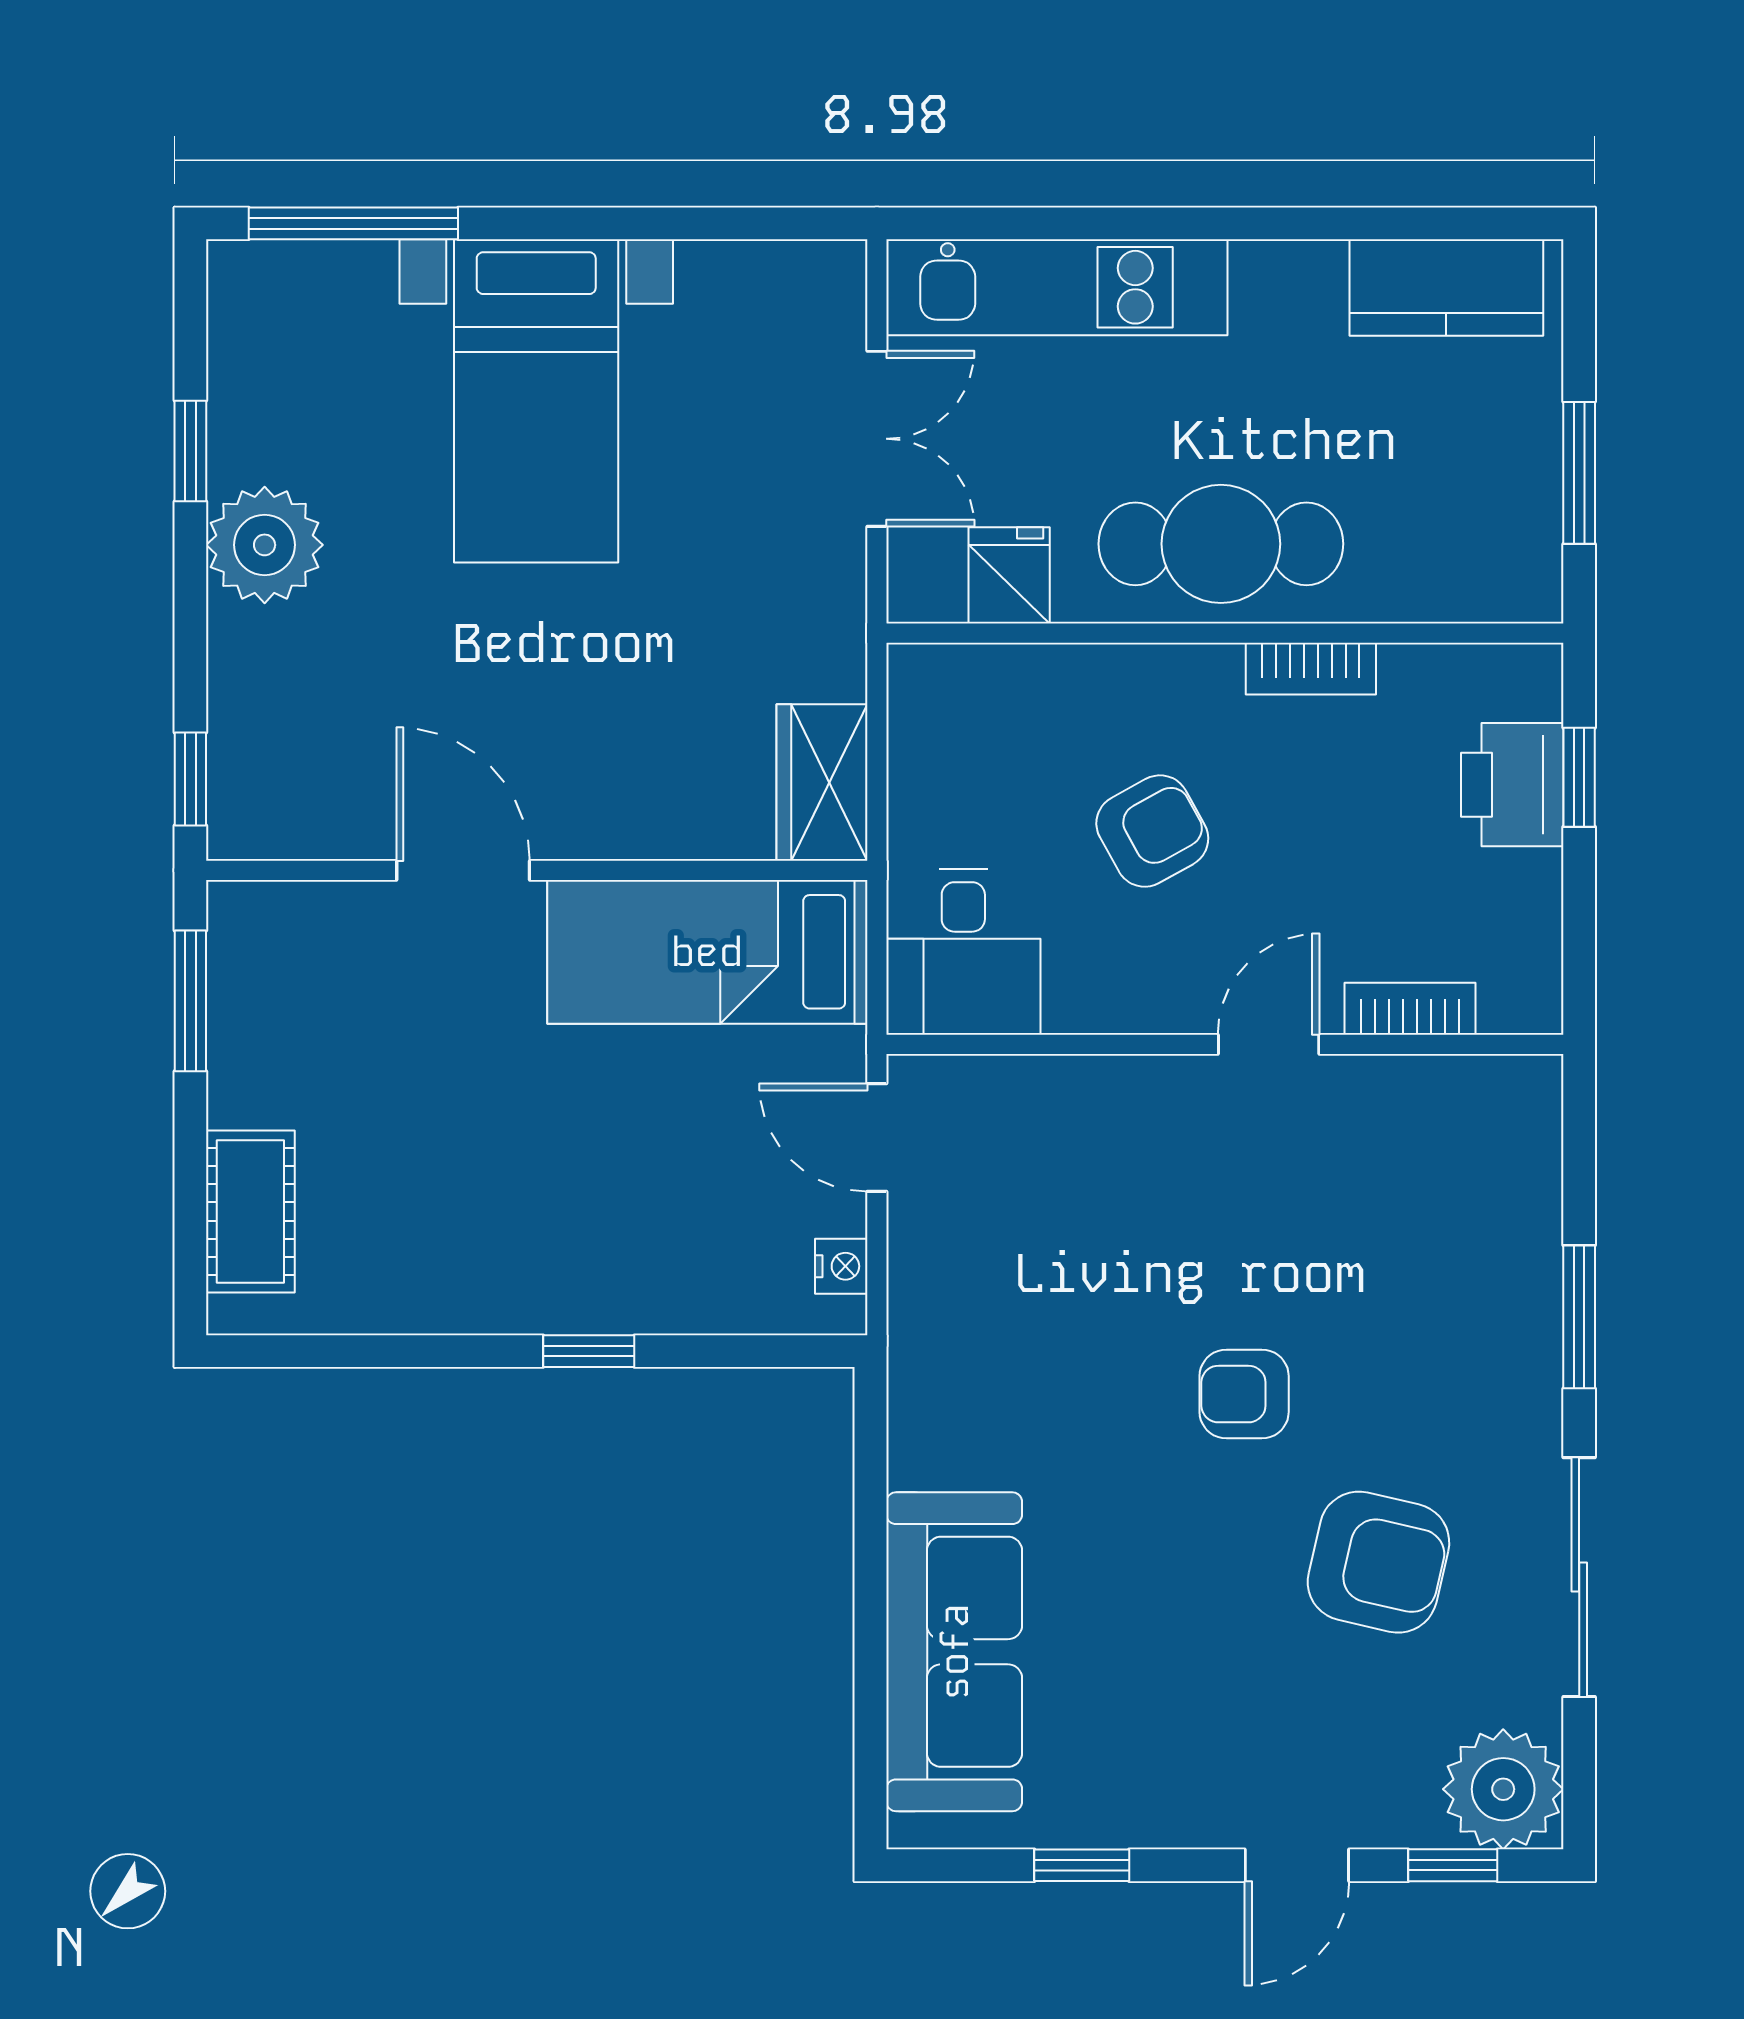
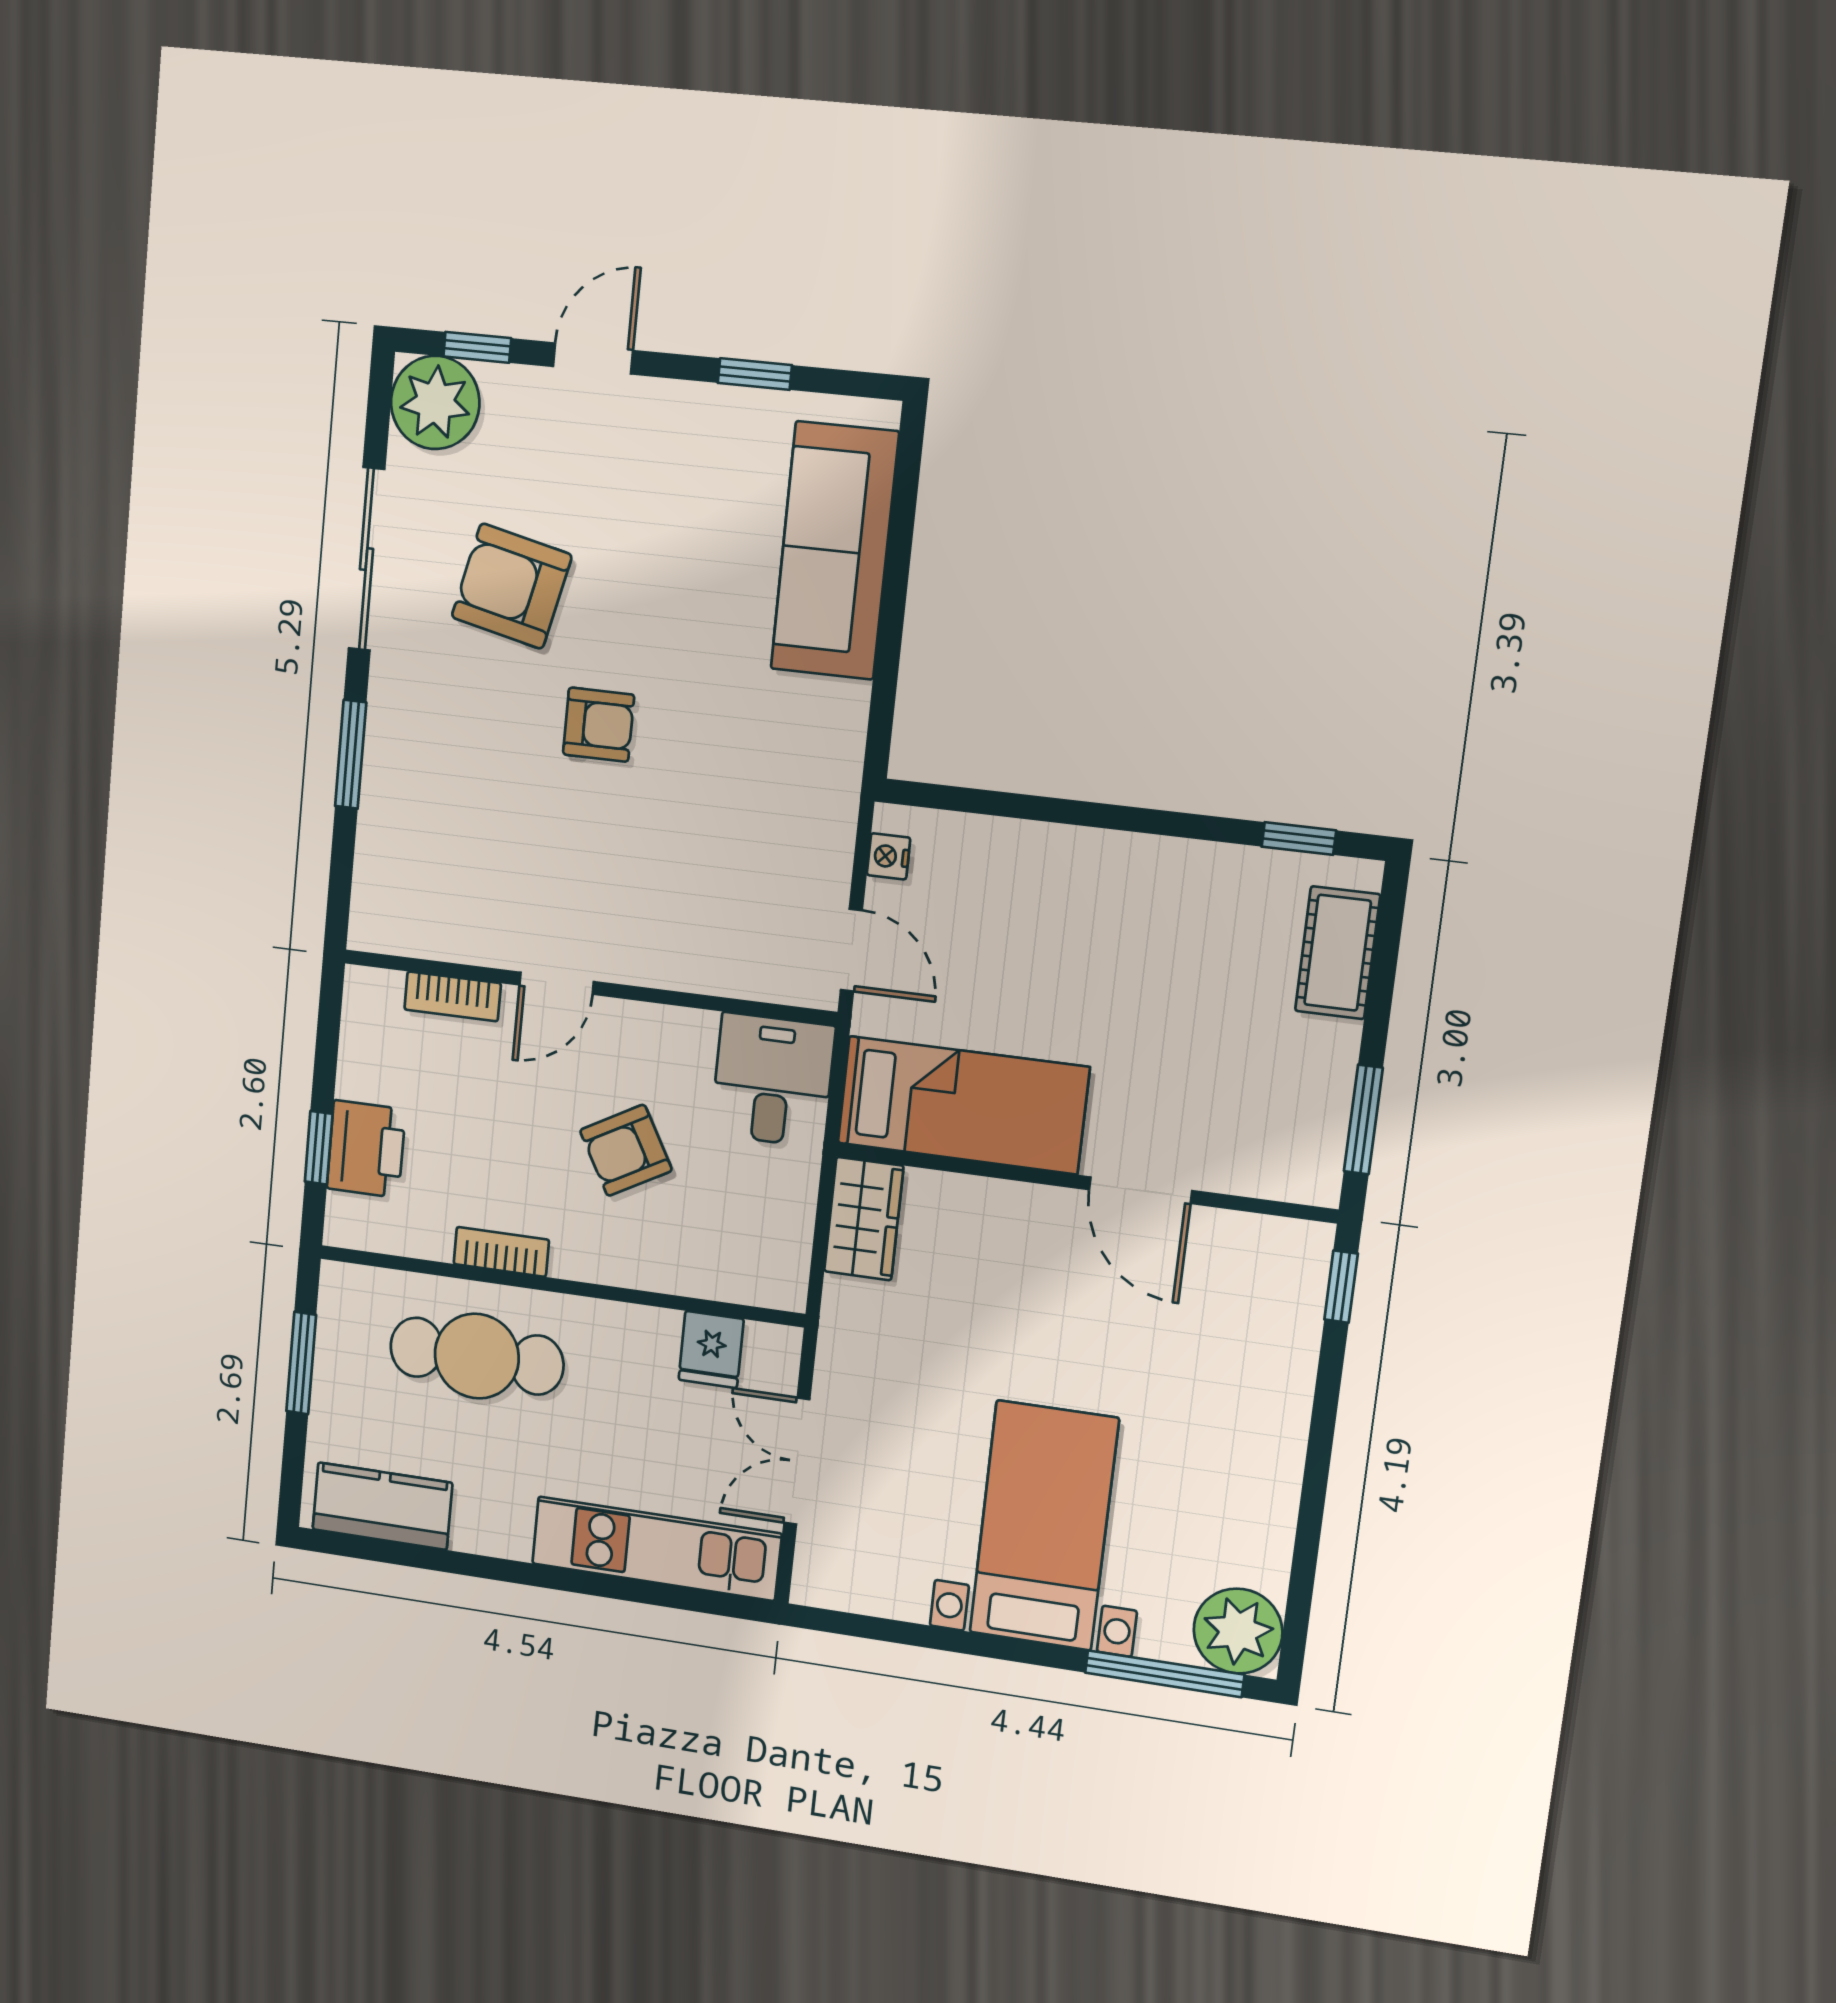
window: (190, 451) -> (1309, 1528), removed
cafe table: (1221, 544) -> (477, 1356), moved
plant: (265, 545) -> (1238, 1631), moved
window: (589, 1351) -> (1299, 839), moved

